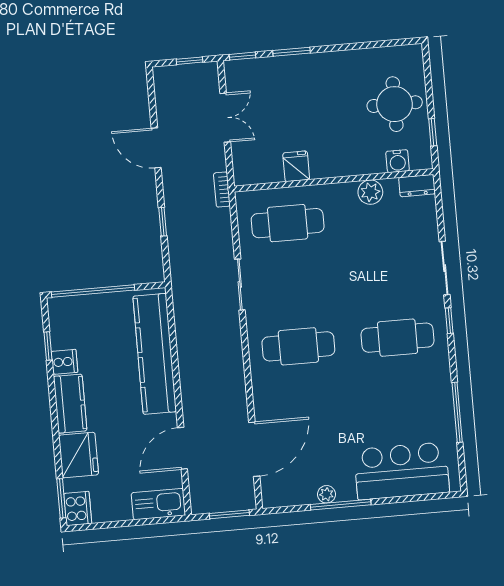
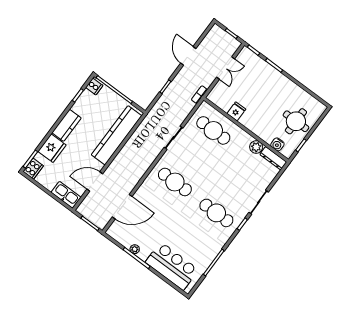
dresser: (417, 186) -> (273, 158), width x1.44
cooker: (64, 362) -> (94, 86), moved

